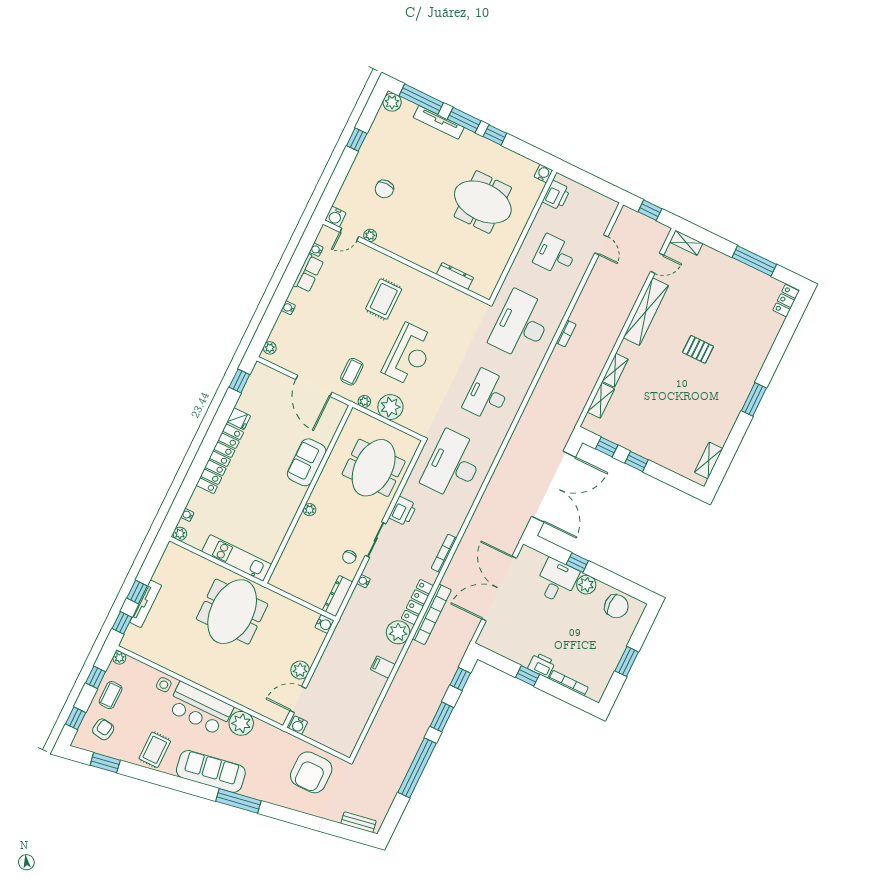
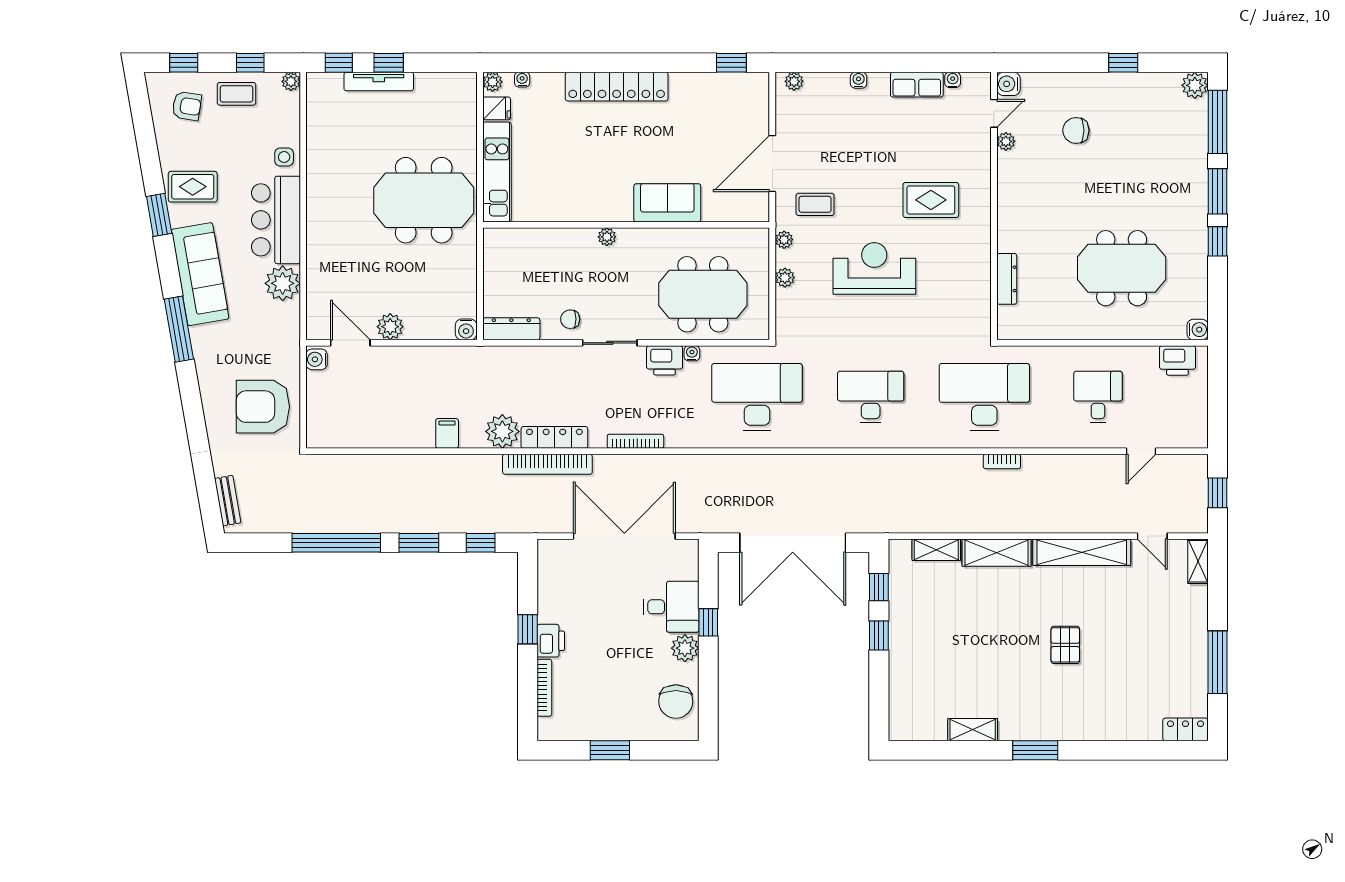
tv unit: (439, 122) -> (1198, 159), removed
meeting table: (483, 202) -> (1122, 268), turned 90
door: (349, 234) -> (994, 113), swing flipped
reception desk: (409, 354) -> (874, 268), turned 180
shelving: (615, 370) -> (997, 553), width x1.50, depth x1.33
plant: (390, 407) -> (785, 278), width x0.53, depth x0.53
fridge: (239, 419) -> (497, 108), moved, turned -90
shelving: (709, 460) -> (973, 730), moved
water cooler: (363, 581) -> (692, 353), moved
window: (105, 763) -> (159, 215), moved

